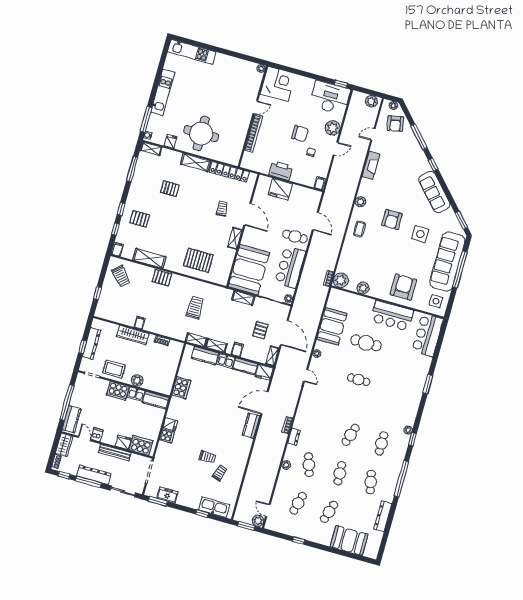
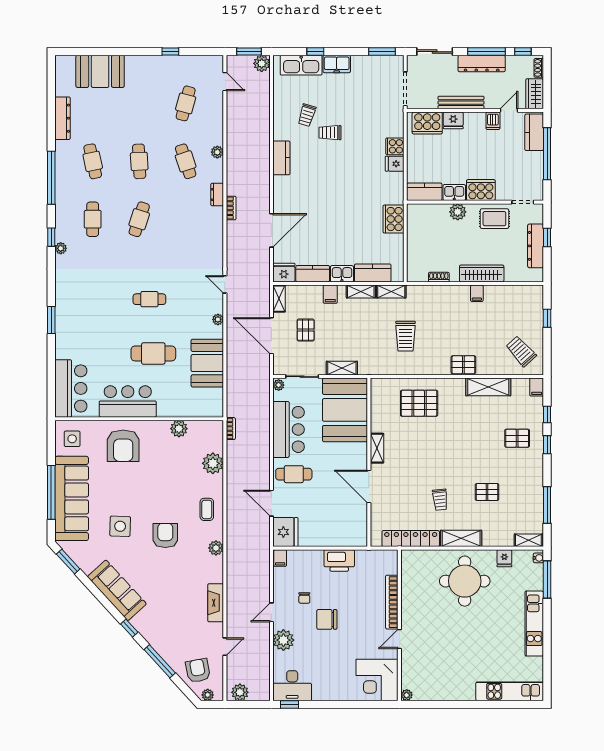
desk: (330, 98) -> (292, 686), width x0.73, depth x0.77
fridge: (280, 189) -> (285, 532), moved, turned 90
trolley: (222, 208) -> (440, 500), moved
plant: (341, 280) -> (213, 463), moved
kitchen counter: (251, 426) -> (281, 158), moved
door: (84, 438) -> (509, 110), swing flipped
freezer: (167, 495) -> (337, 64), moved
cafe table: (329, 512) -> (139, 103), removed
plant: (258, 521) -> (262, 63), moved

